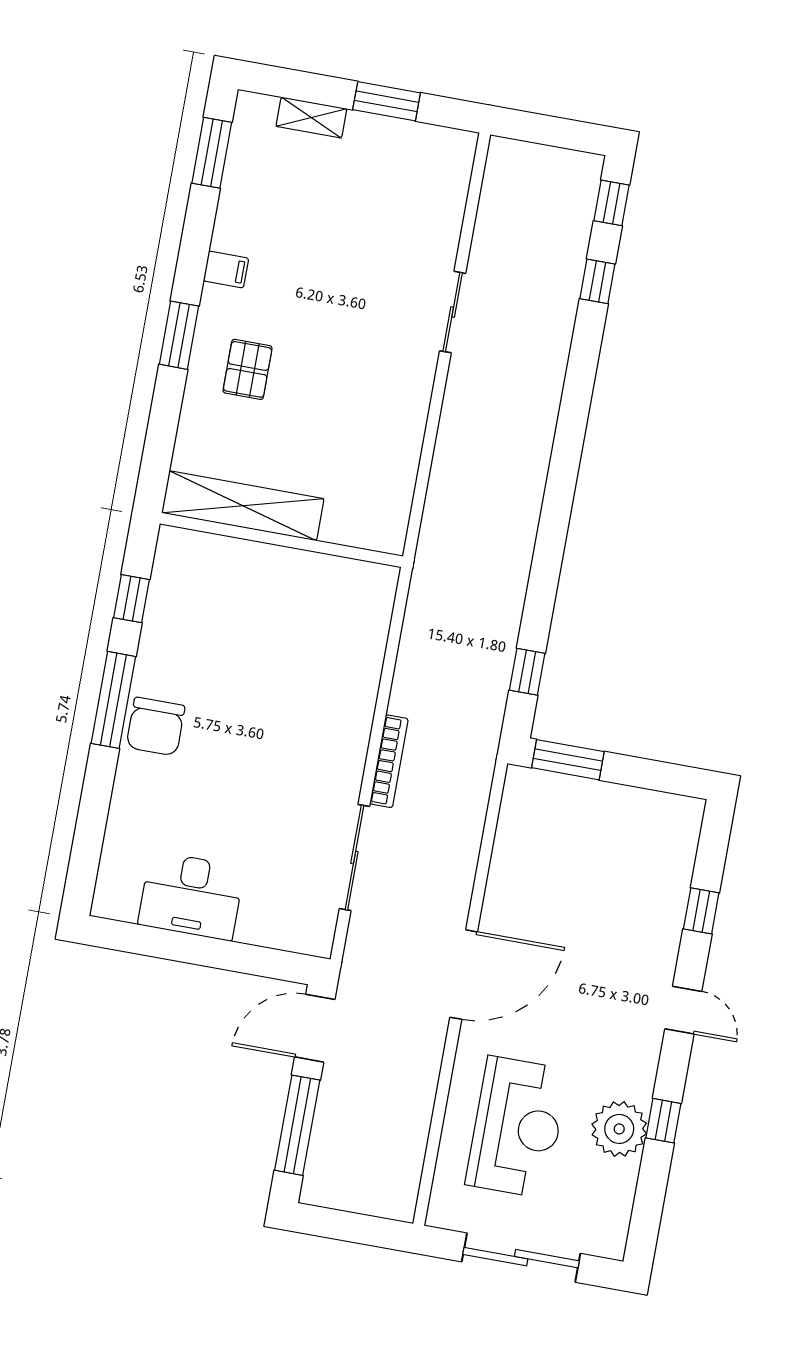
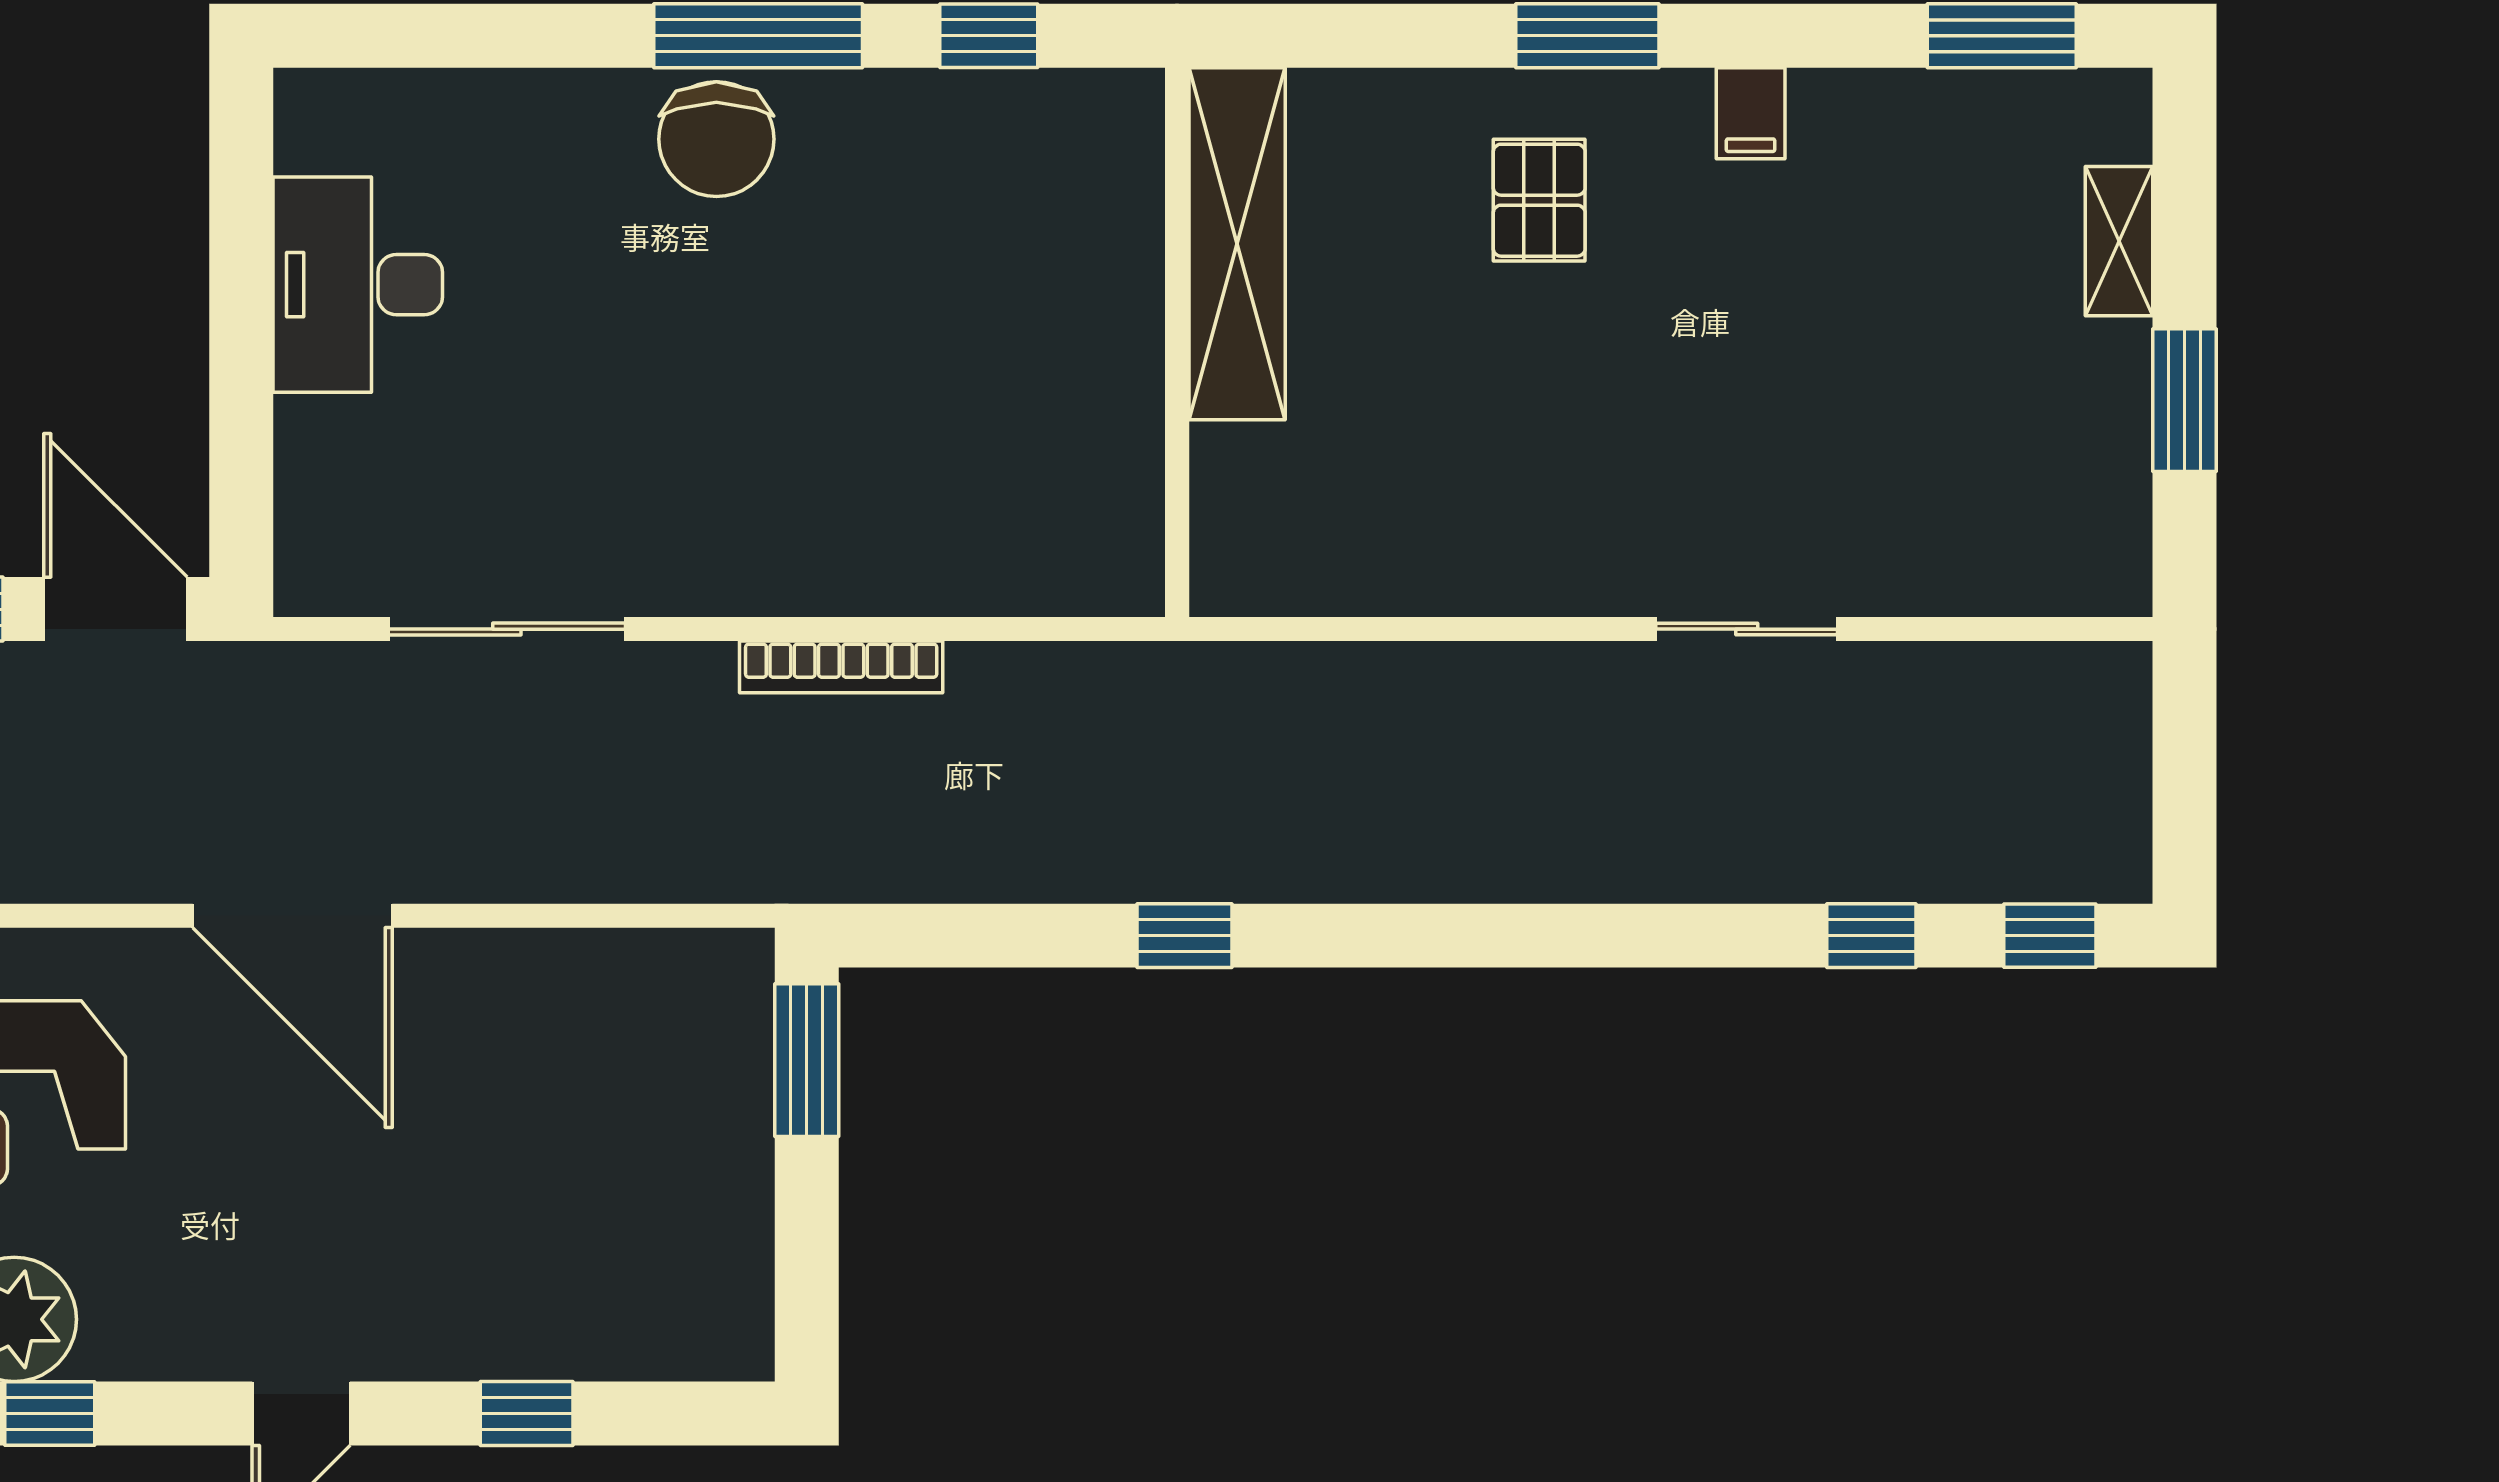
pallet: (248, 369) -> (1539, 200), turned 90
window: (527, 672) -> (1184, 936), moved
chair: (156, 727) -> (716, 139), turned -90
bookcase: (389, 761) -> (841, 667), moved

